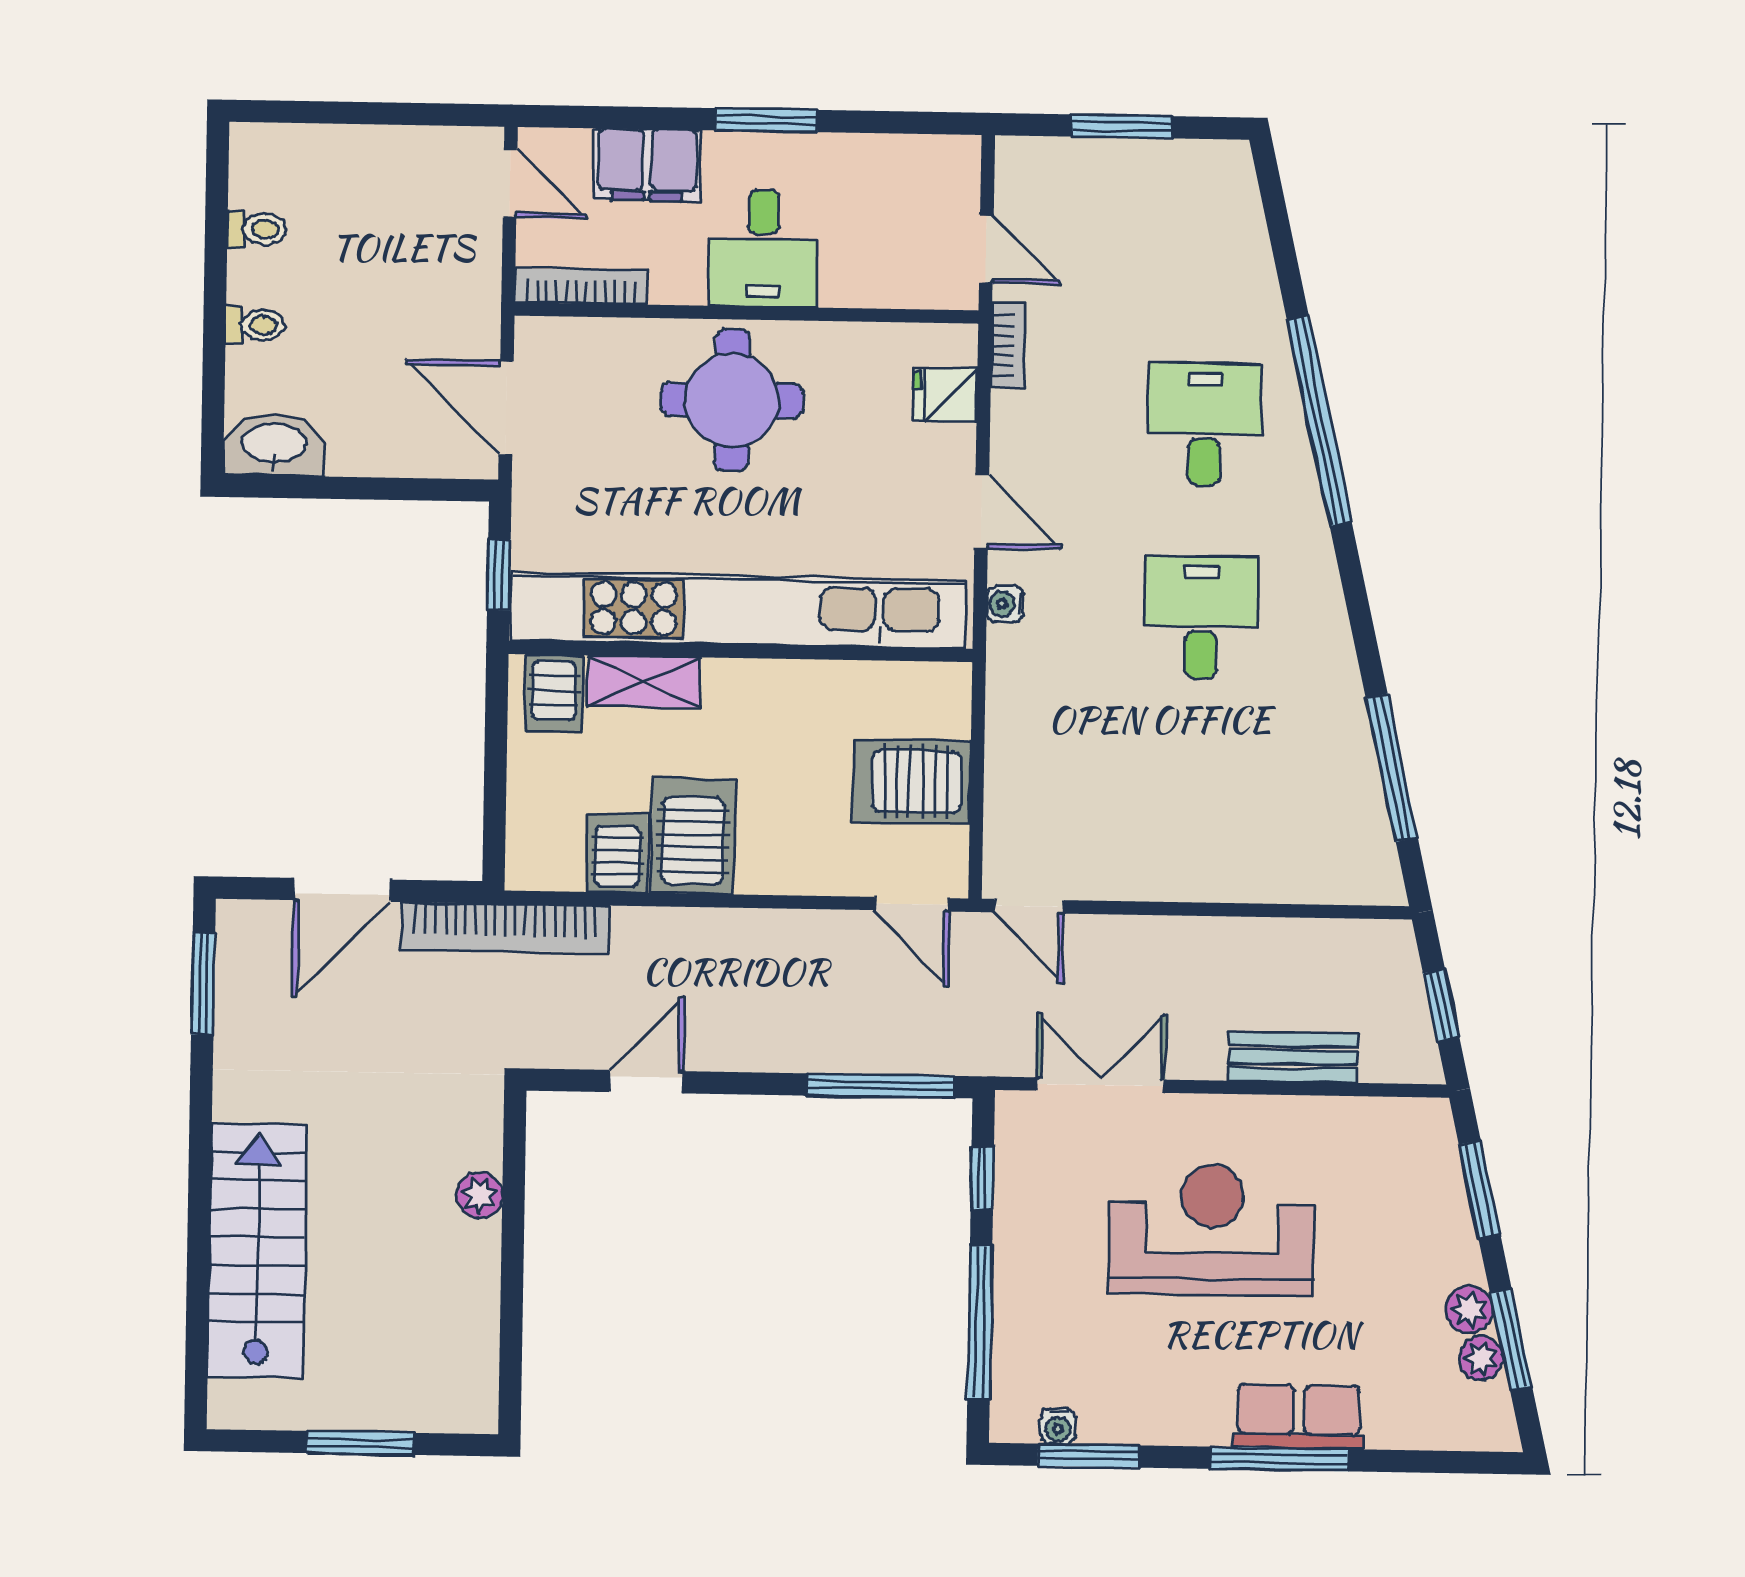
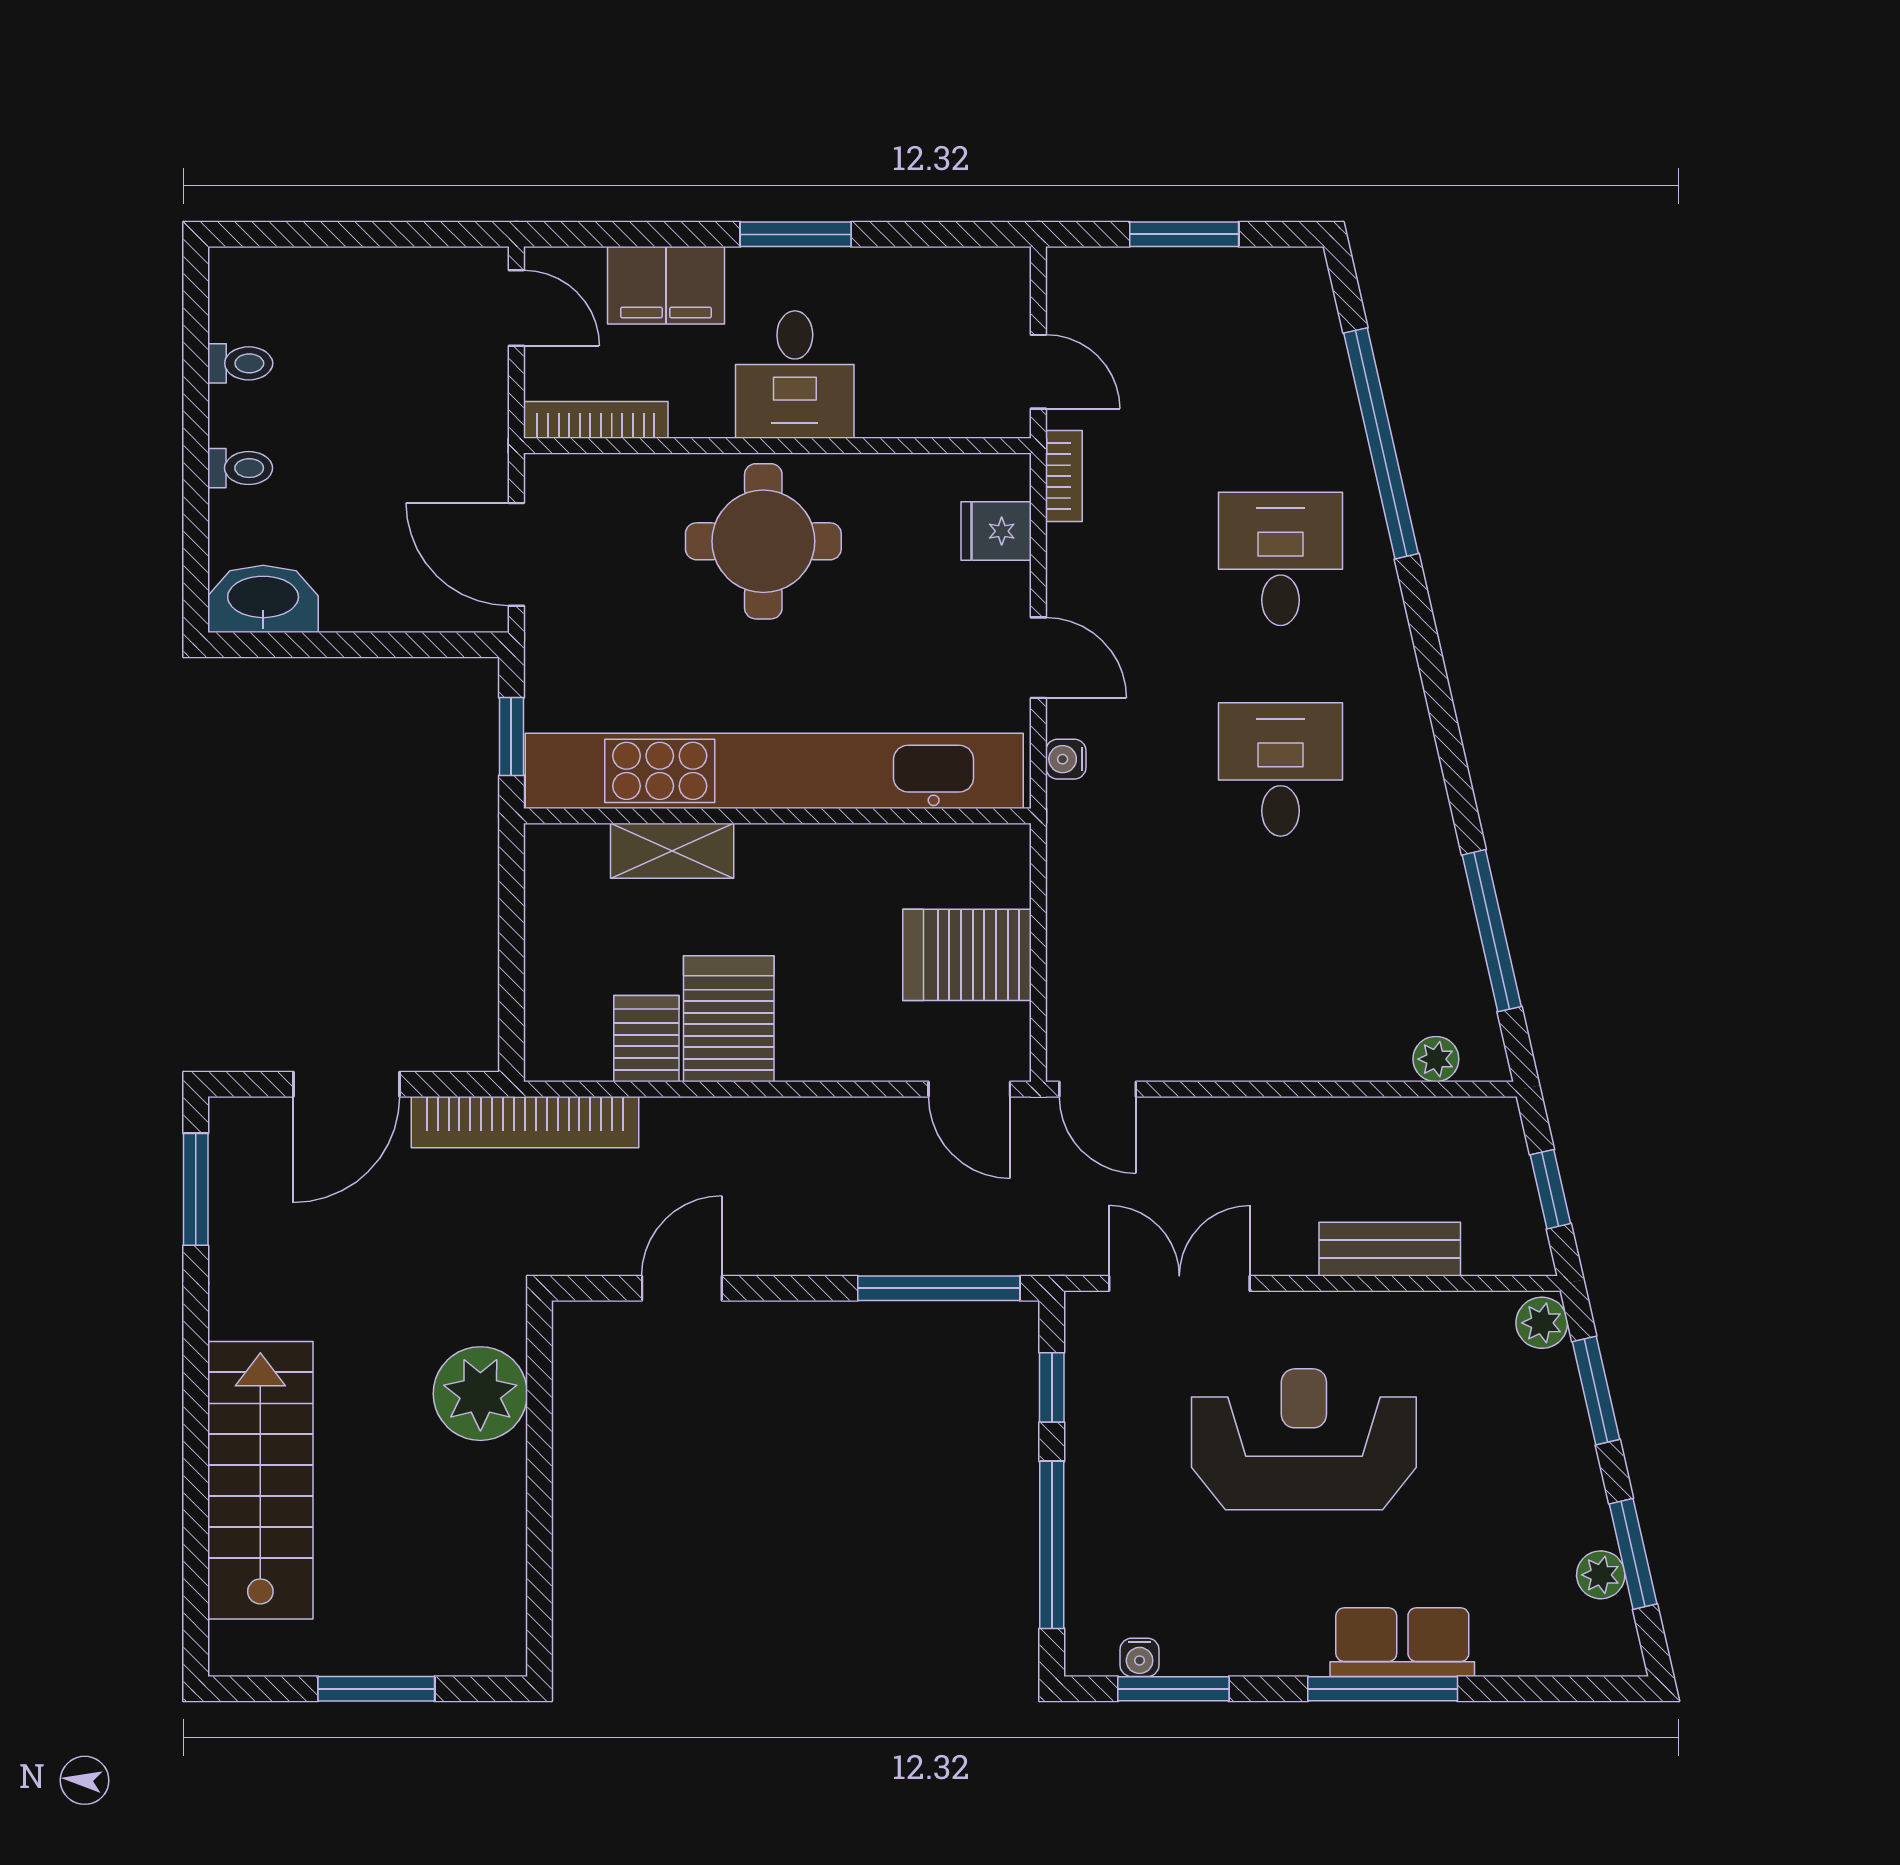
window: (1319, 421) -> (1381, 443), moved
server rack: (554, 693) -> (574, 865), removed
plant: (1339, 884) -> (1436, 1059), added
plant: (480, 1195) -> (480, 1394), width x1.87, depth x1.87
plant: (1469, 1310) -> (1542, 1323), moved

